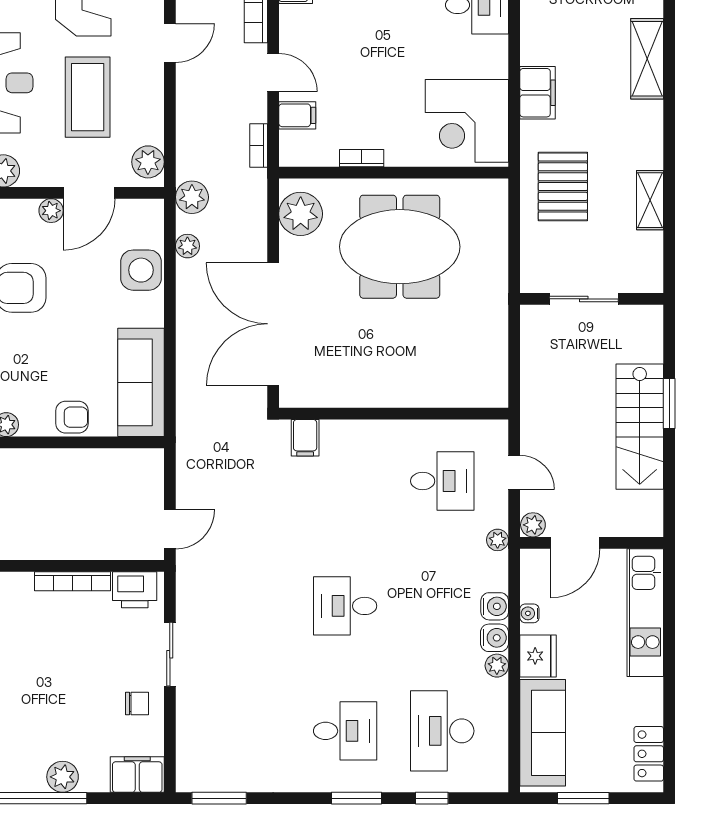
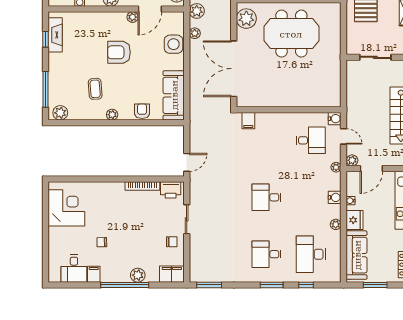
armchair: (72, 417) -> (142, 111), turned -90
water cooler: (495, 638) -> (335, 119), moved
desk: (345, 731) -> (267, 254), turned 180

